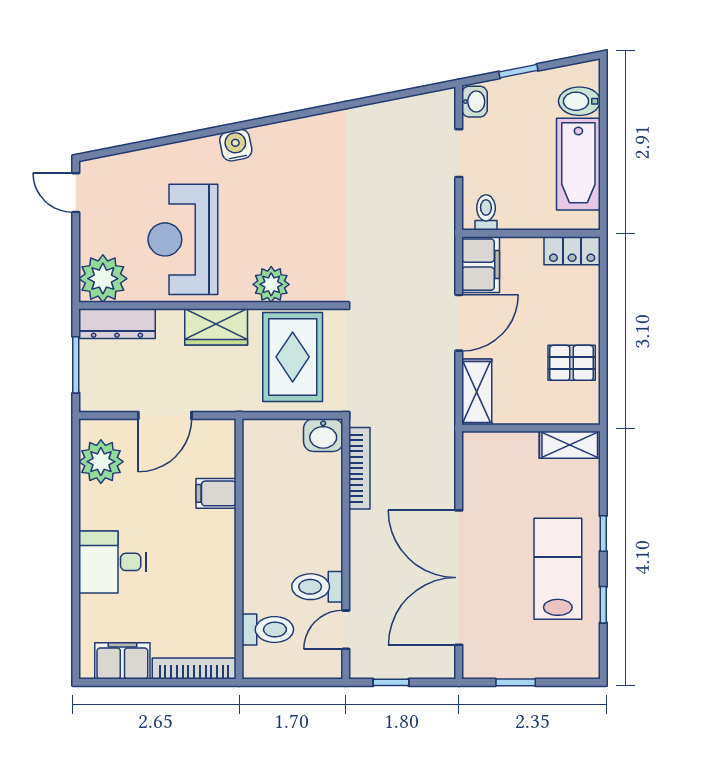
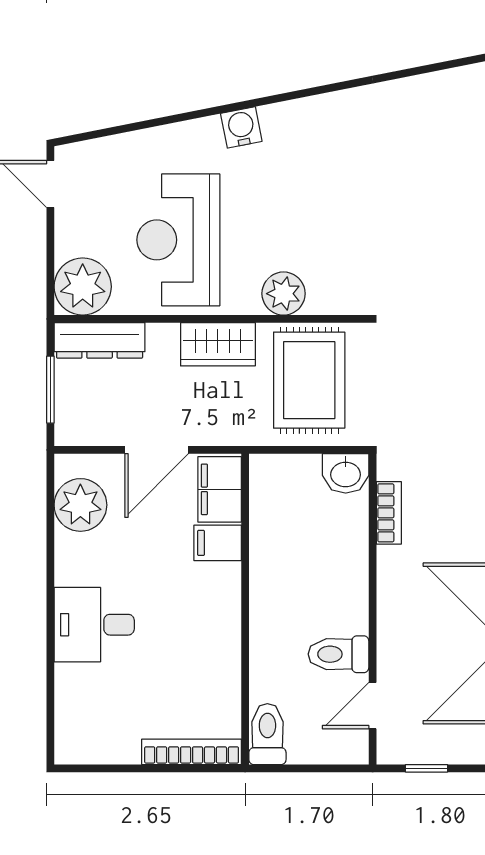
bookcase: (359, 468) -> (389, 513), width x0.64
toilet: (268, 629) -> (267, 734), moved, turned -90
filing cabinet: (122, 661) -> (220, 489), moved, turned -90

